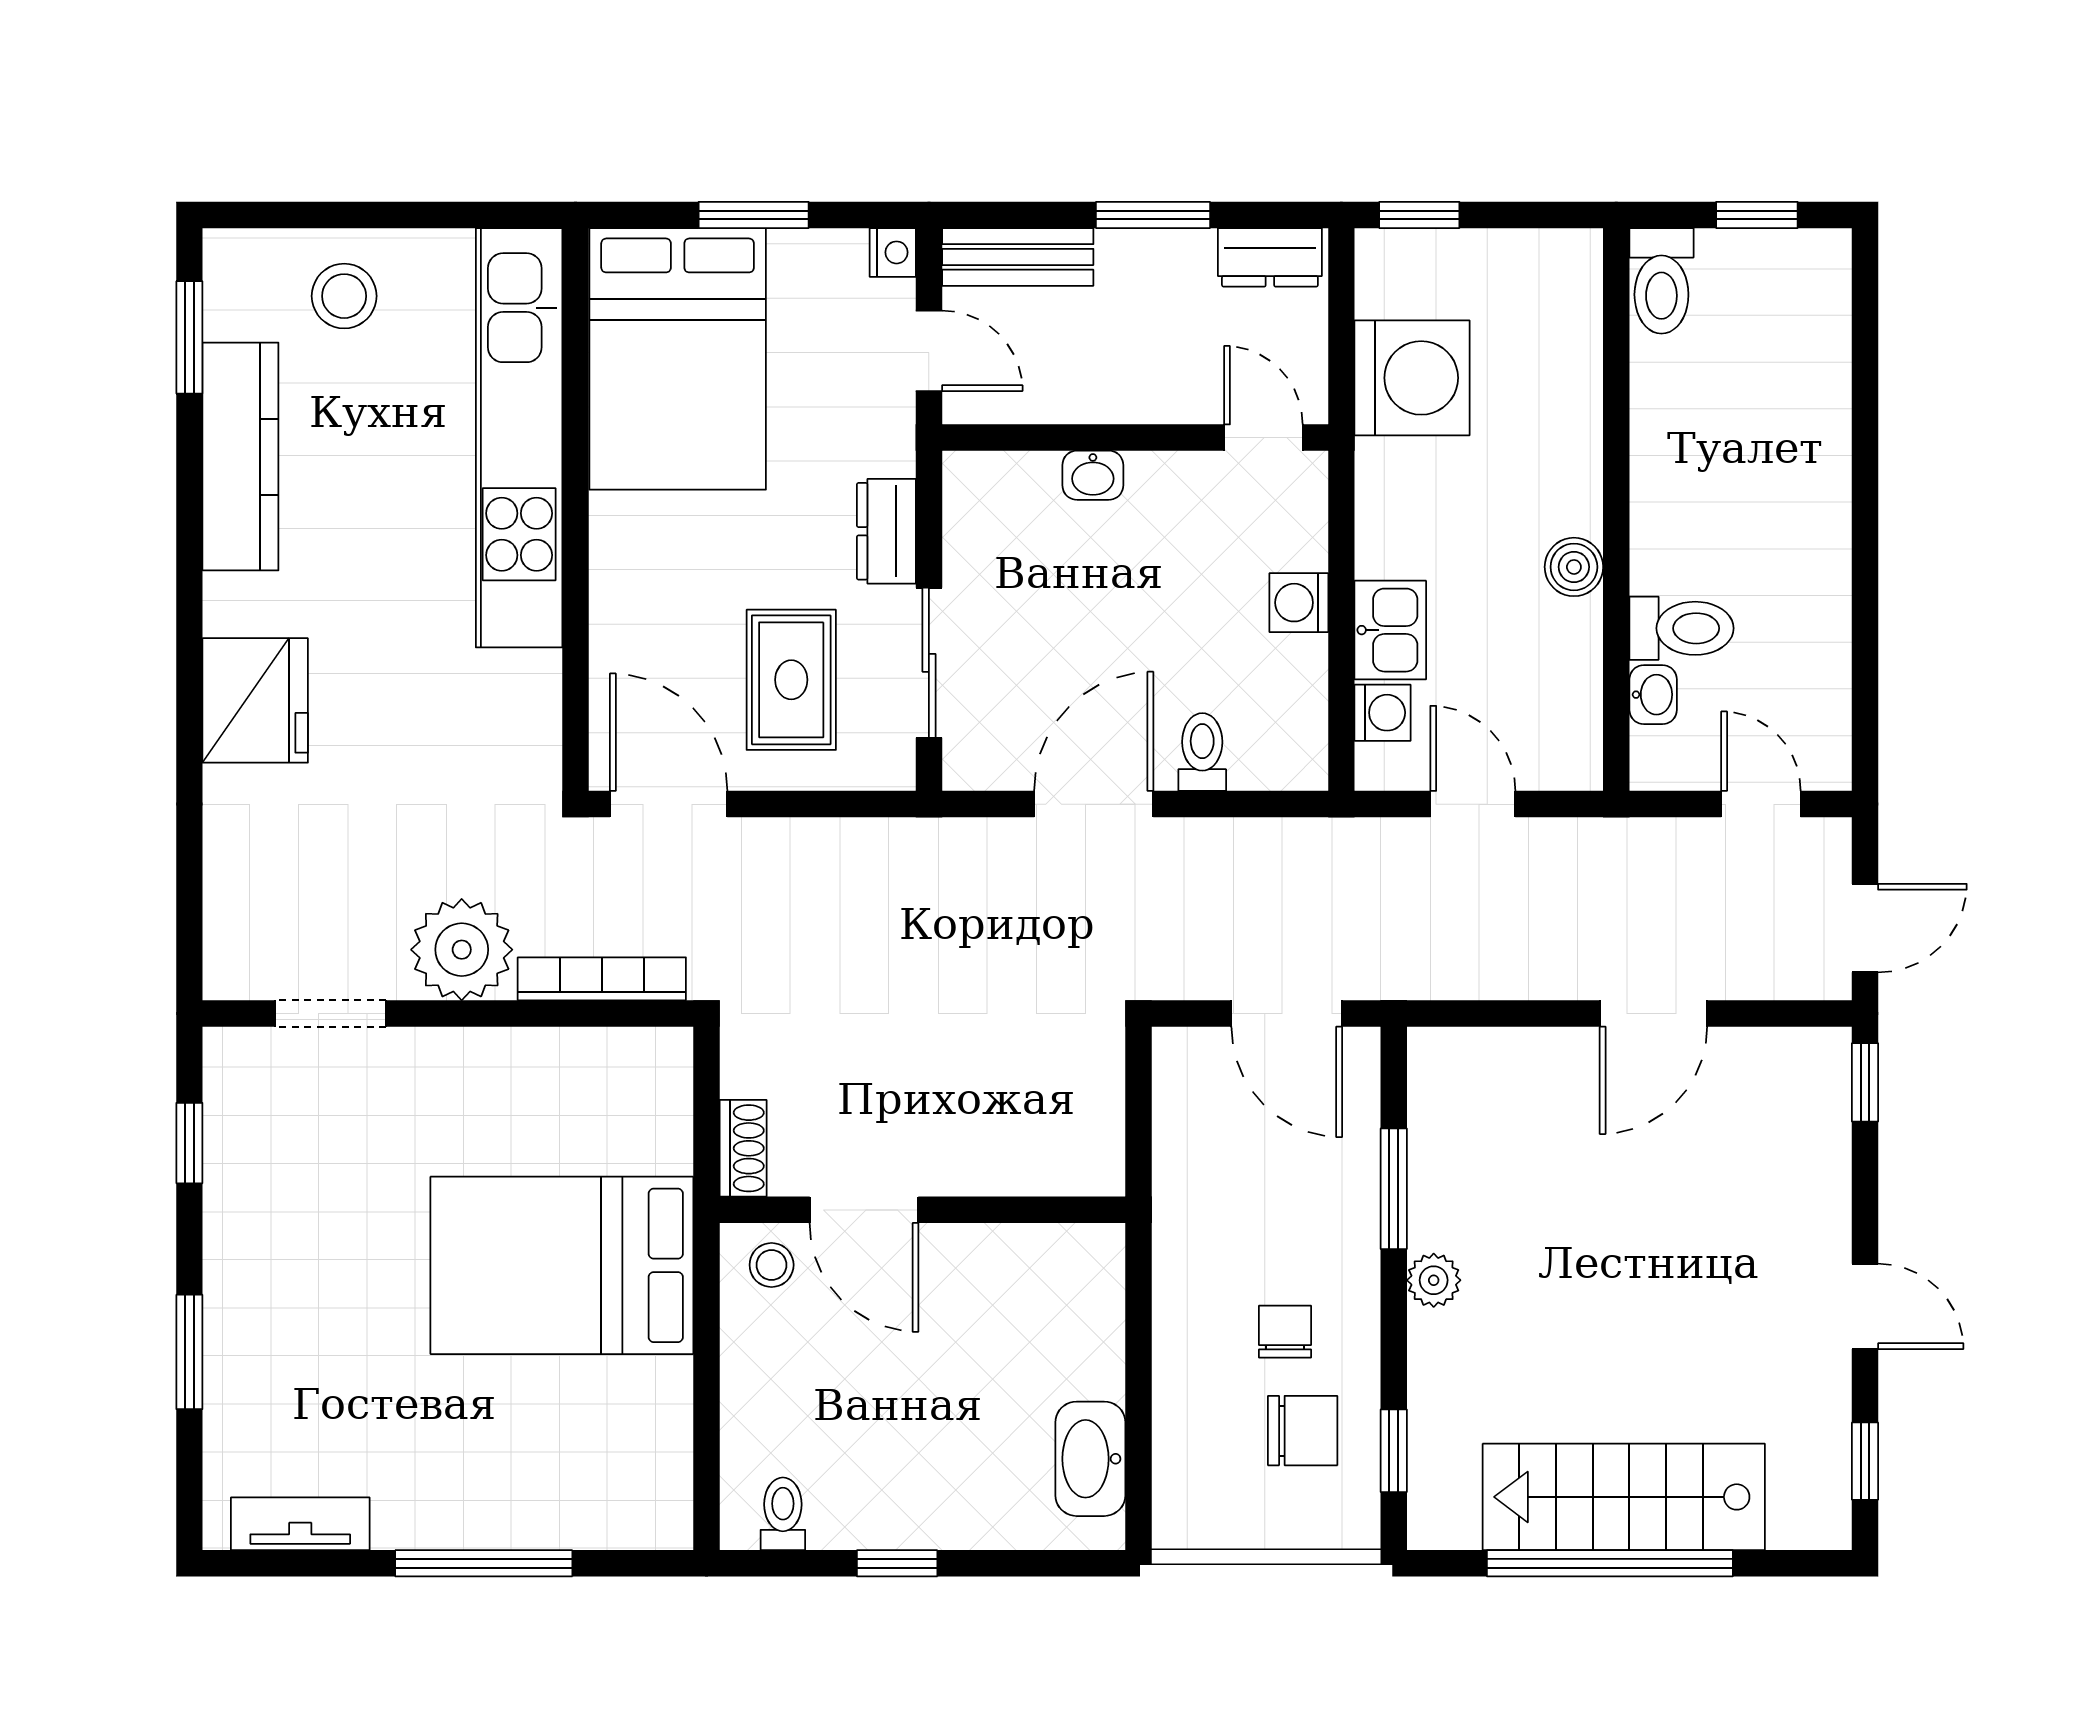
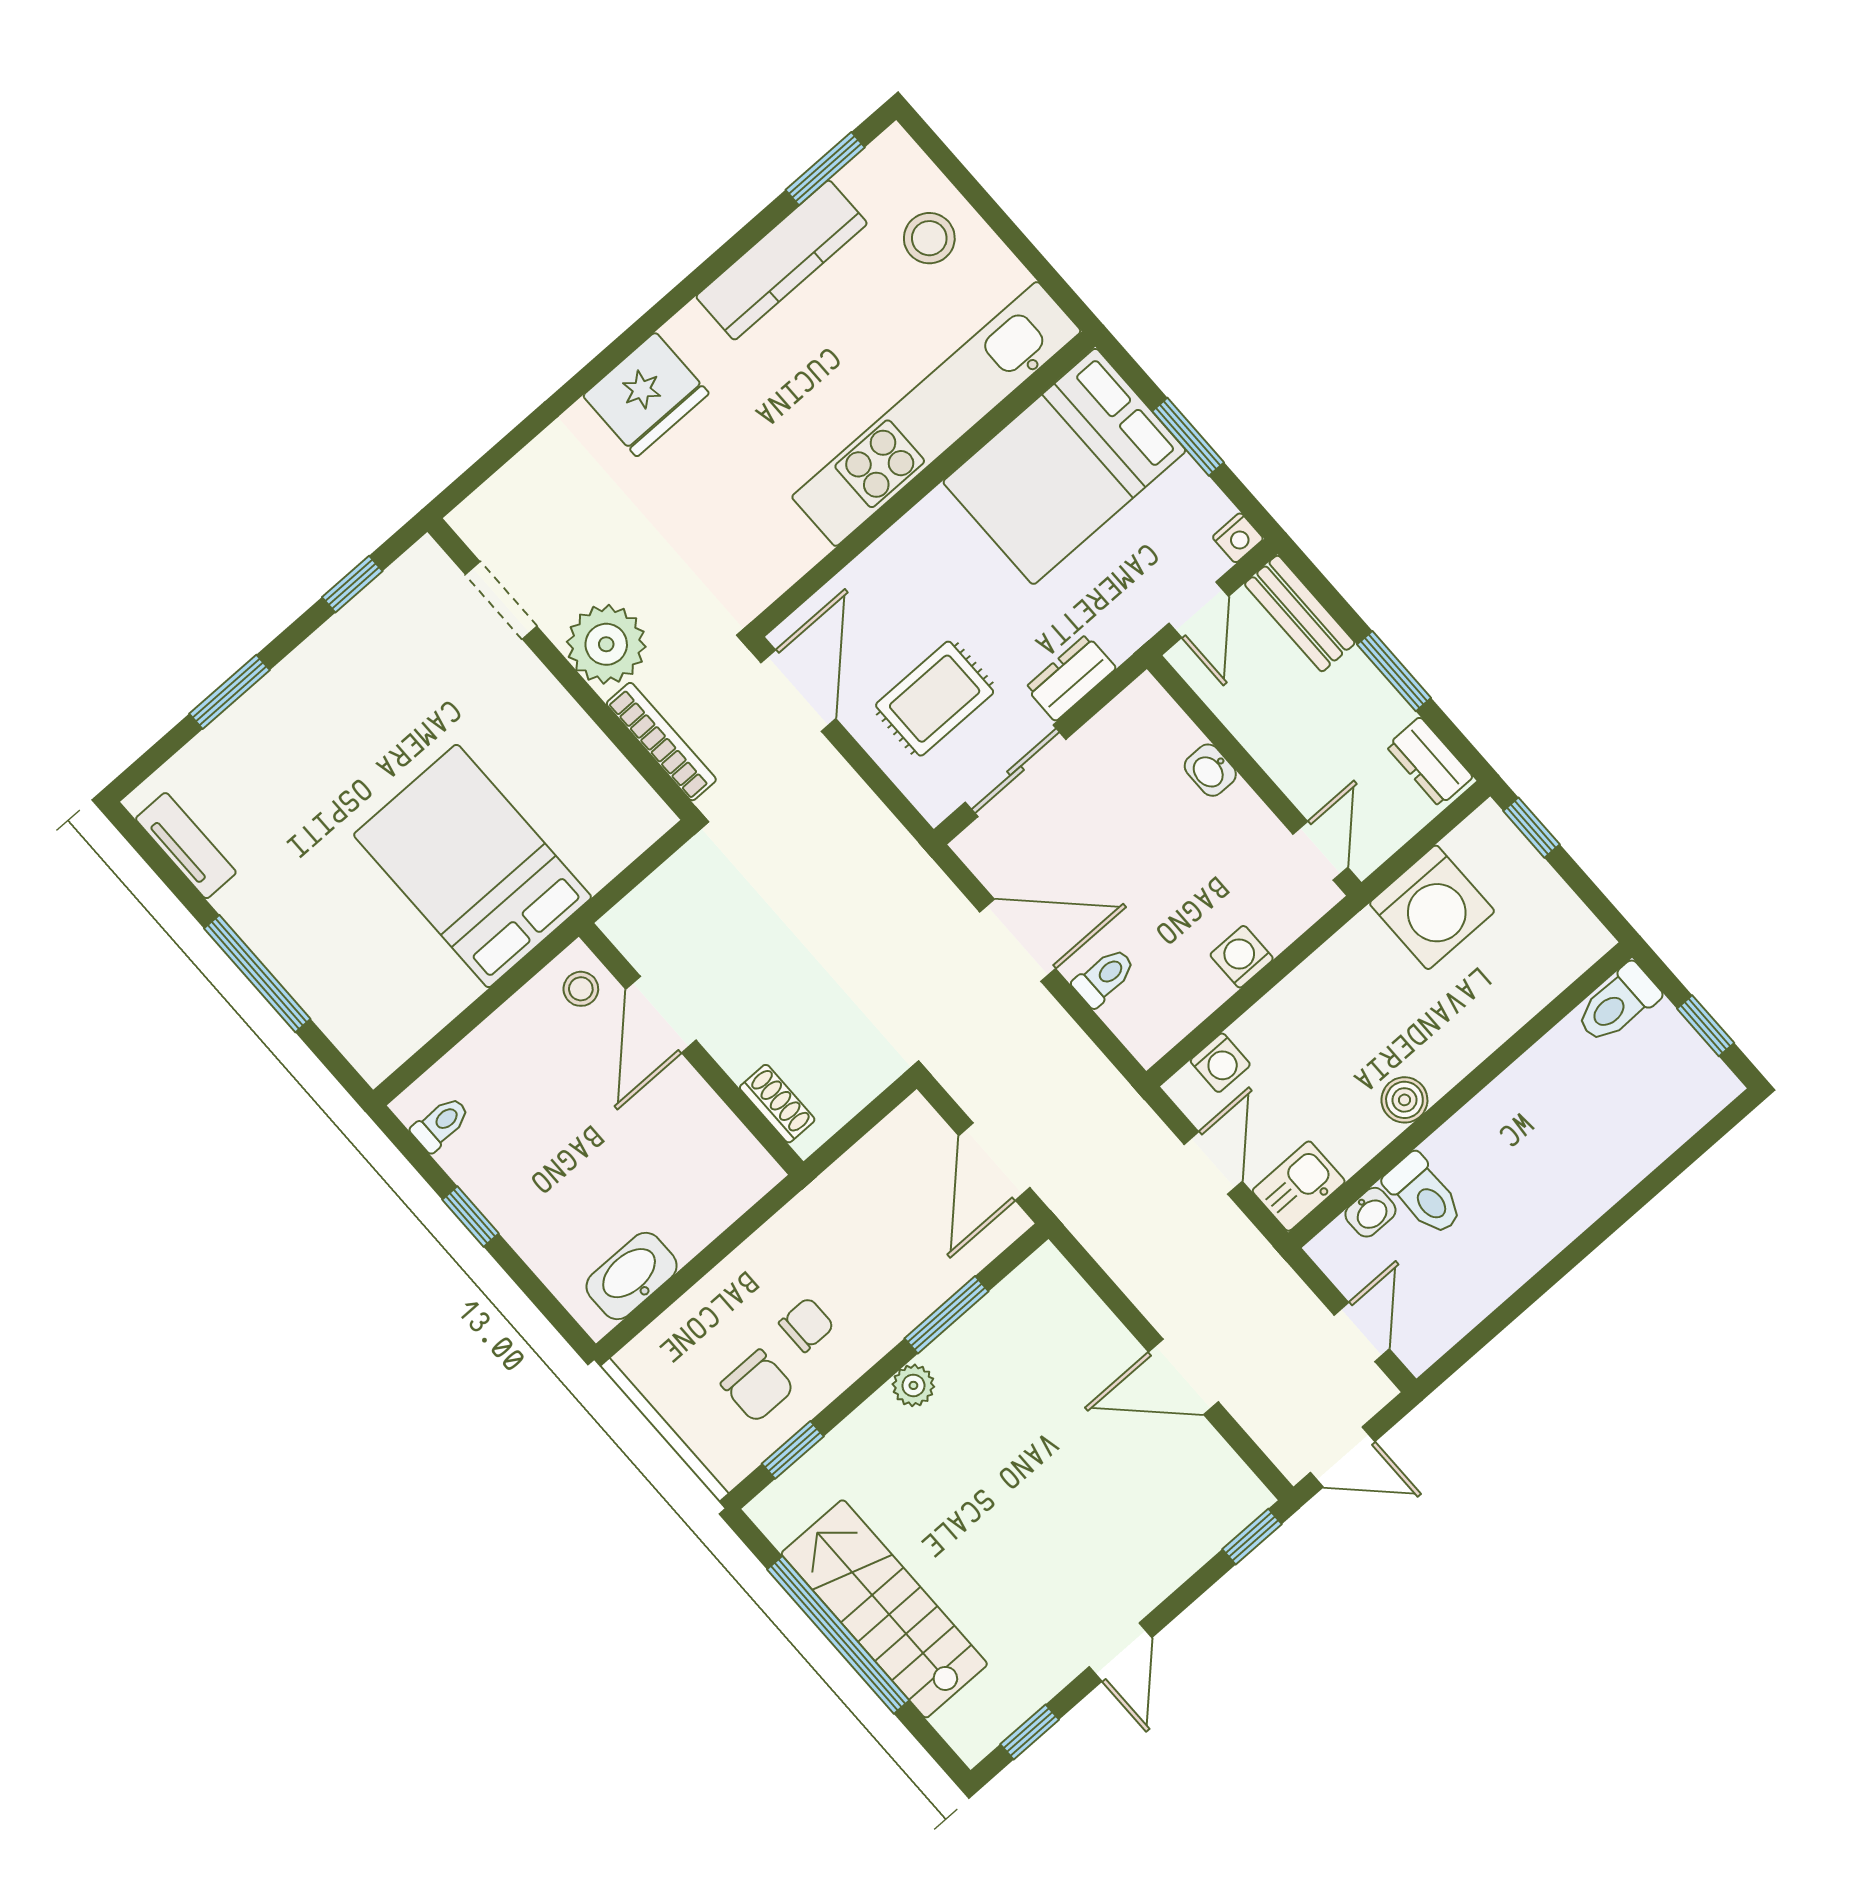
kitchen sink: (1390, 630) -> (1299, 1186), moved, turned 180
shoe rack: (743, 1148) -> (777, 1104), moved, turned -90

